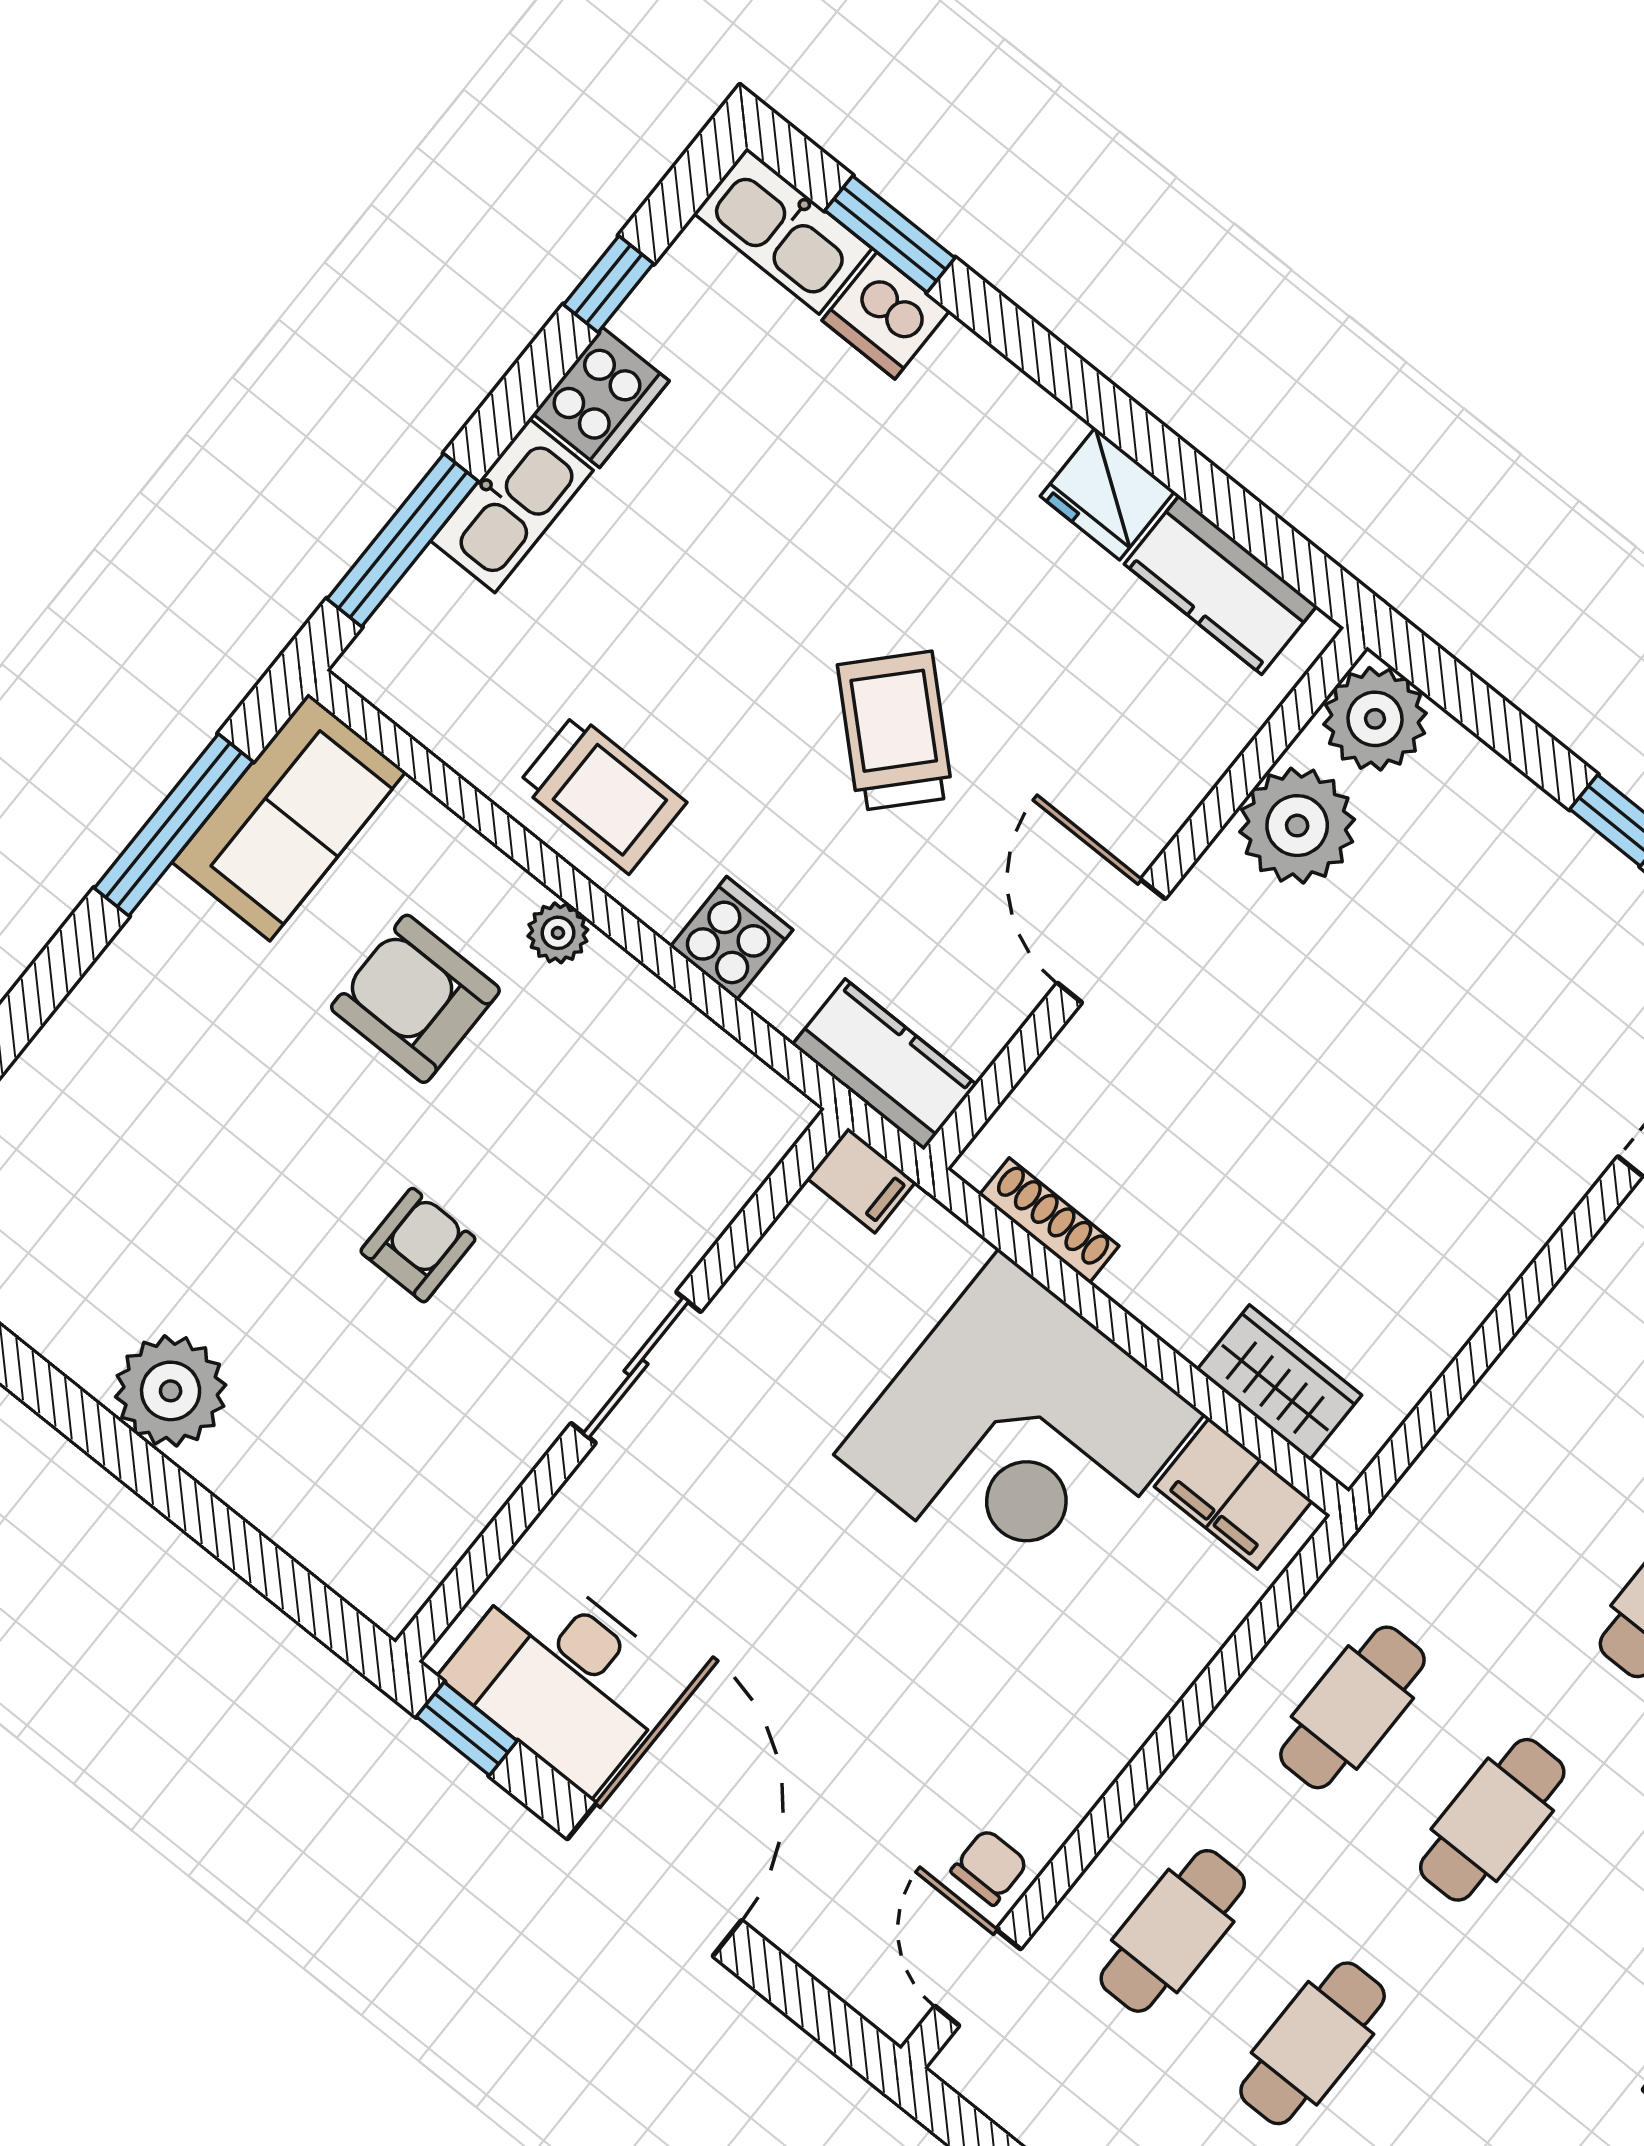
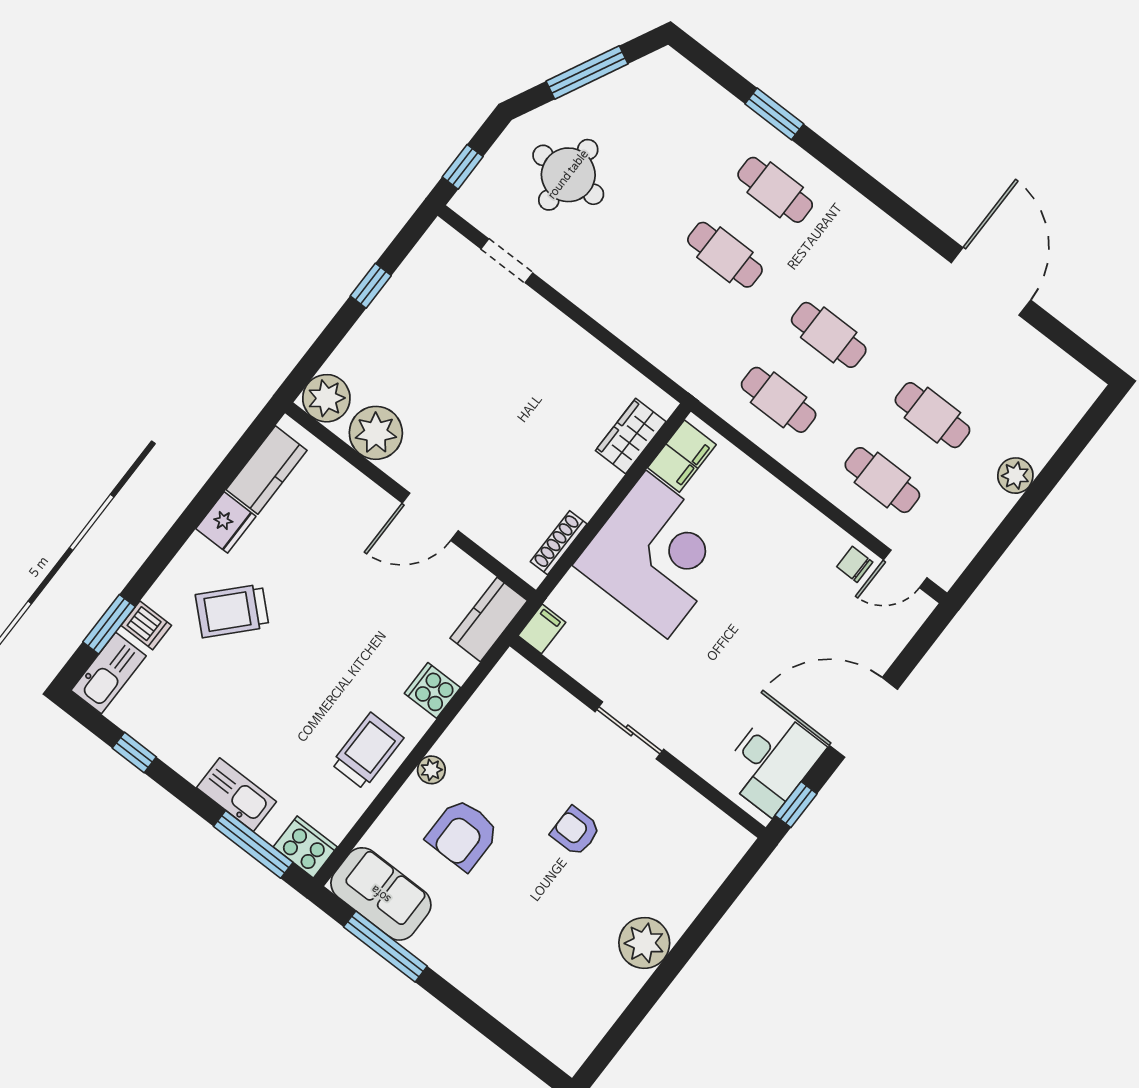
dishwasher: (886, 316) -> (146, 625), width x0.73
cooker: (601, 397) -> (305, 847), moved
trolley: (895, 731) -> (232, 611), moved

